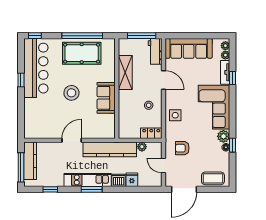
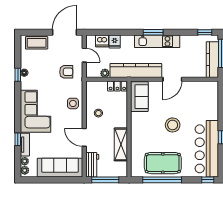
sofa: (106, 98) -> (139, 97), moved
locker: (151, 133) -> (117, 86), moved
plant: (223, 136) -> (27, 83), removed
dishwasher: (119, 180) -> (102, 41), moved
window: (50, 189) -> (205, 32), moved

